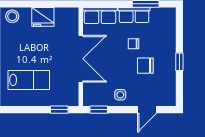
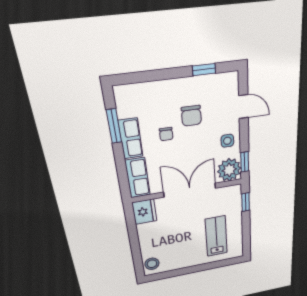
fridge: (43, 17) -> (144, 212), moved
window: (179, 62) -> (204, 70), moved
plant: (94, 95) -> (229, 170), added

